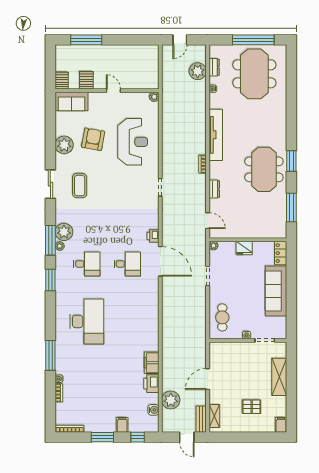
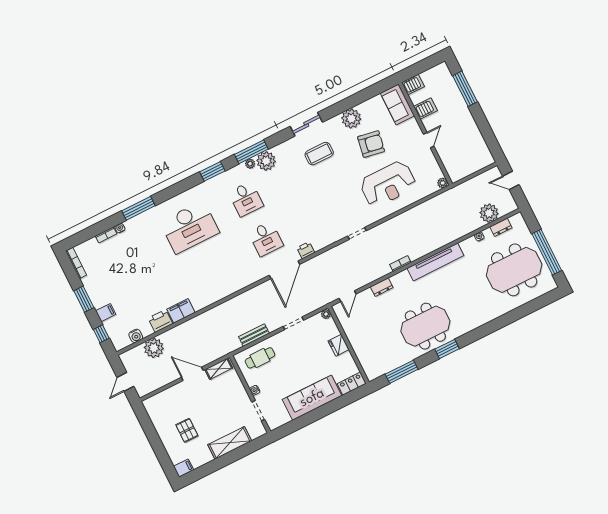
shelving: (214, 416) -> (219, 369), moved
bench: (201, 419) -> (254, 335), moved

